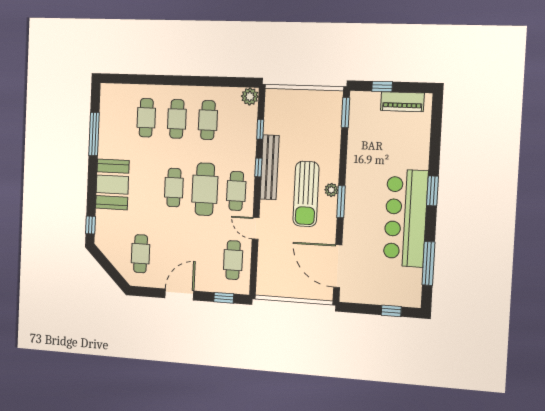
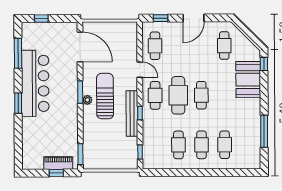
plant: (250, 96) -> (149, 163), removed
piano: (402, 102) -> (58, 163), moved
window: (260, 129) -> (140, 152), moved
booth: (112, 184) -> (248, 80), moved

